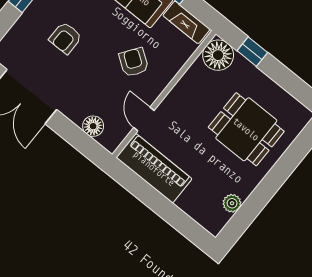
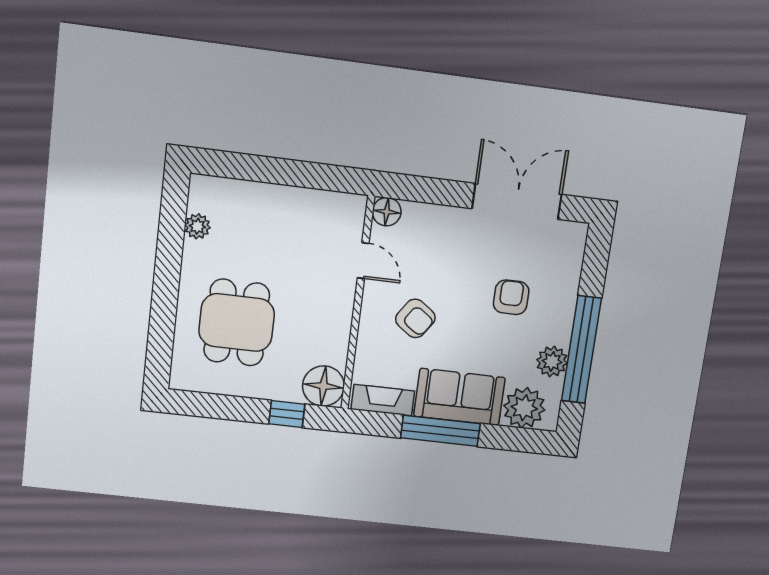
floor lamp: (93, 126) -> (387, 212), moved
dining table: (246, 129) -> (237, 323), turned 90
piano: (154, 168) -> (316, 211), removed

